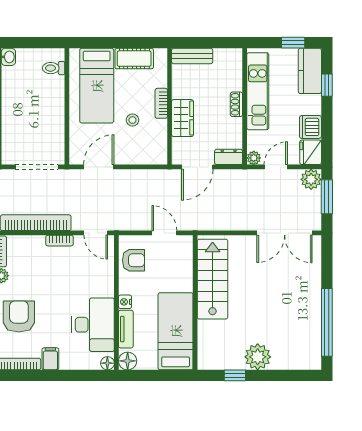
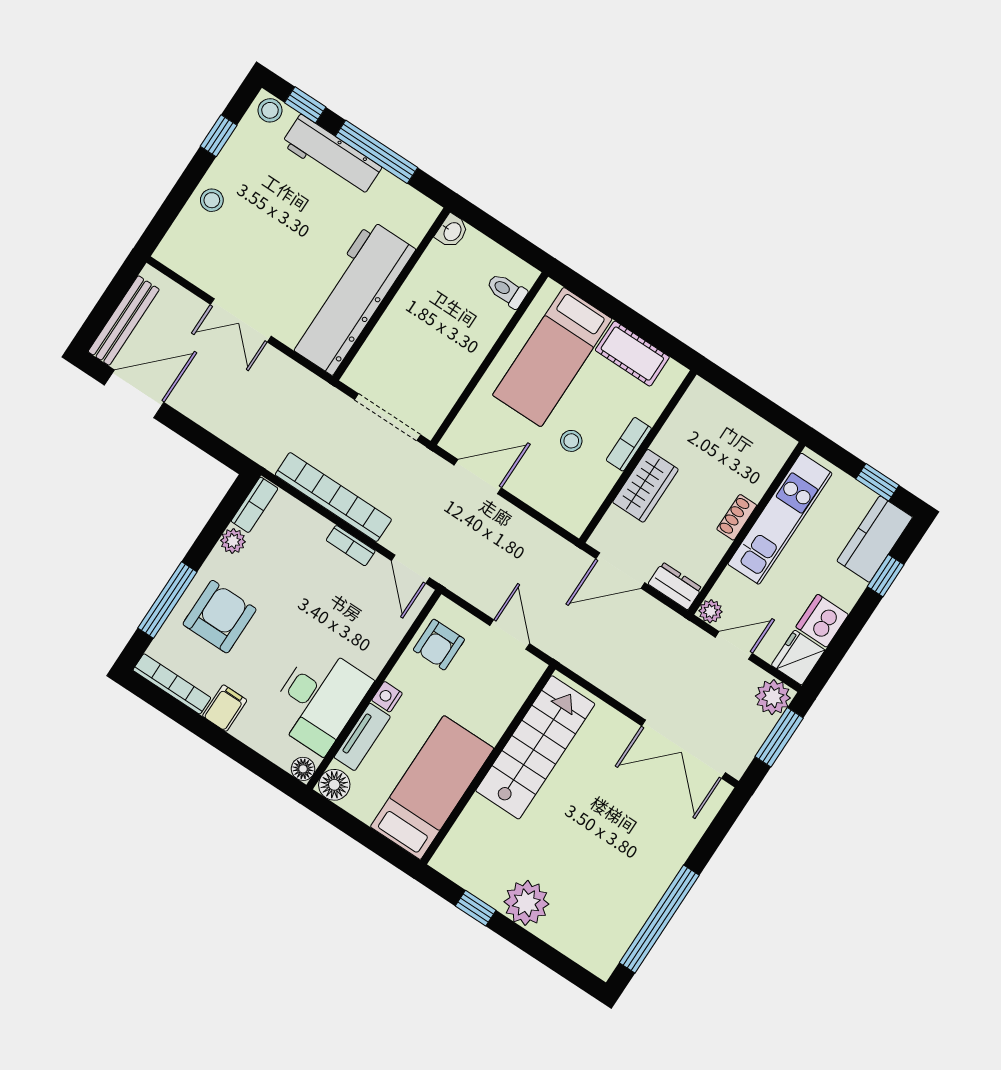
bench: (192, 56) -> (719, 405), removed
armchair: (133, 260) -> (439, 645), turned 90

